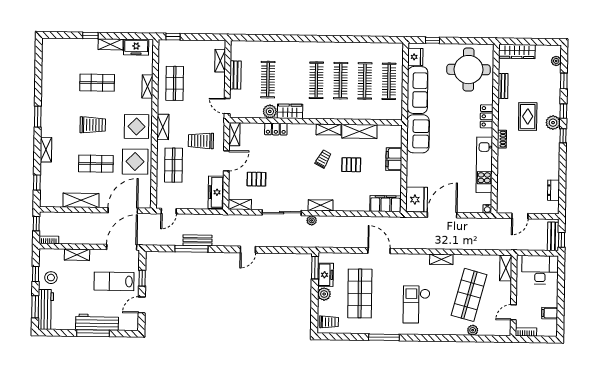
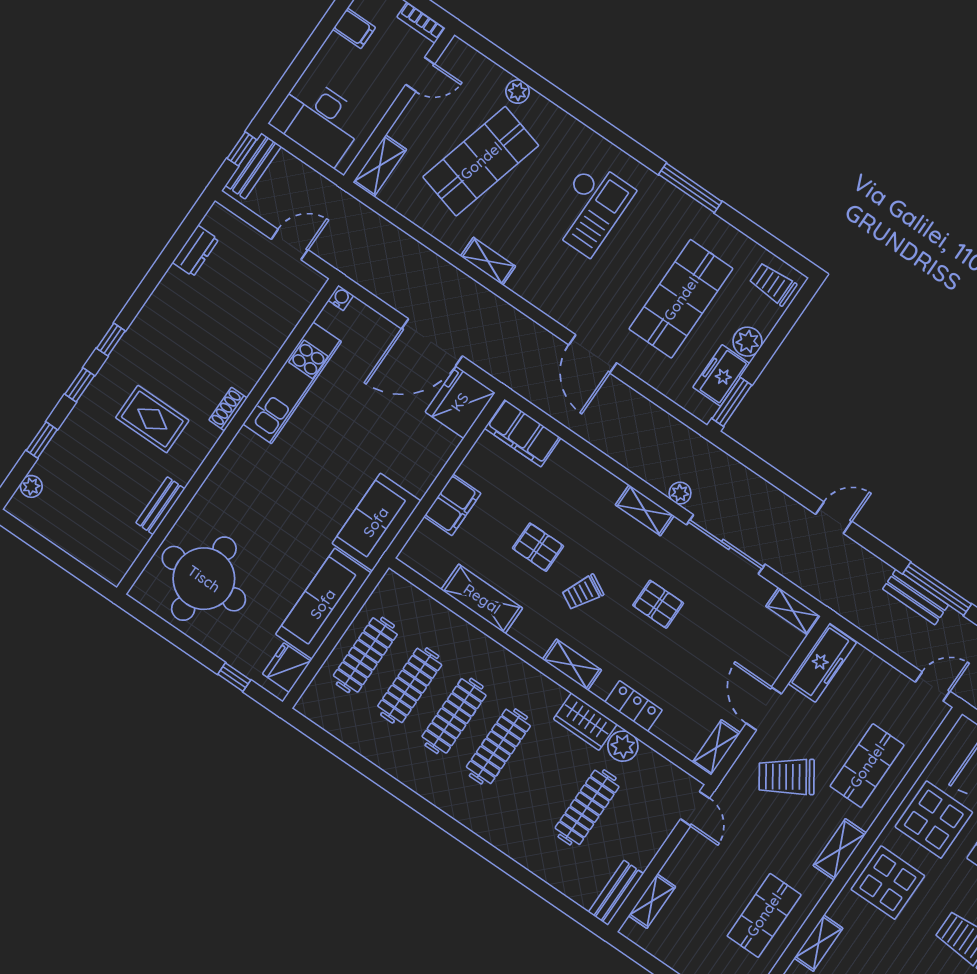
wardrobe: (517, 51) -> (92, 552), removed
bench: (235, 75) -> (616, 893), moved
locker: (487, 116) -> (228, 470), removed
rug: (528, 116) -> (152, 419), turned 90
plant: (553, 123) -> (113, 376), removed
shelving: (329, 129) -> (572, 665), moved
trolley: (201, 141) -> (787, 777), turned 146
door: (226, 161) -> (764, 709), hinge flipped
pallet: (256, 179) -> (658, 604), moved

